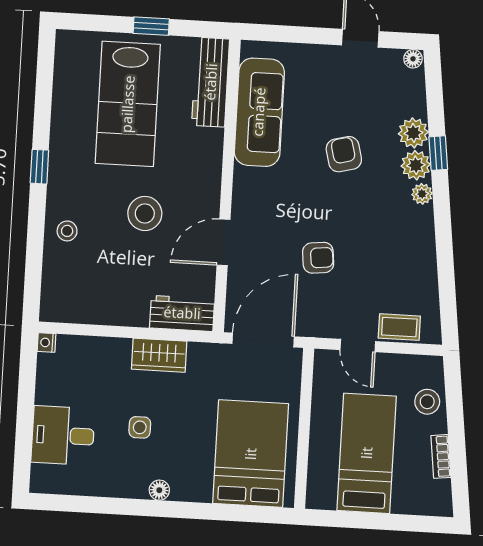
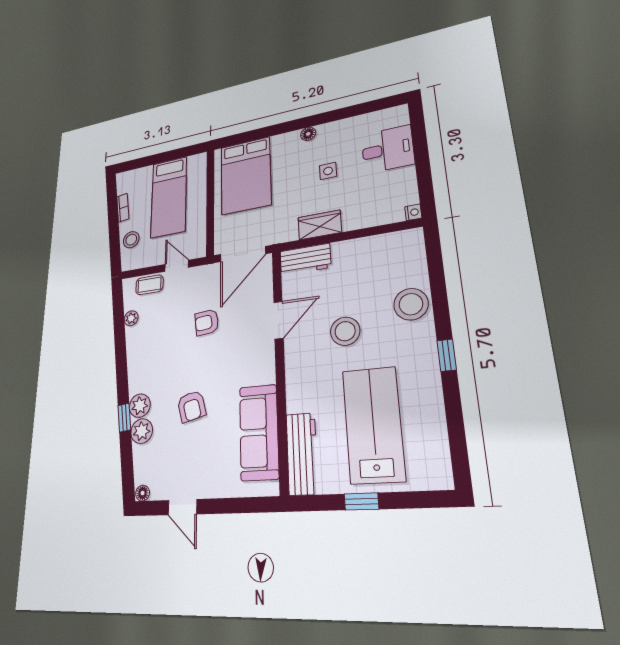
plant: (422, 194) -> (131, 318), moved
stool: (67, 231) -> (411, 304), width x1.89, depth x1.89

